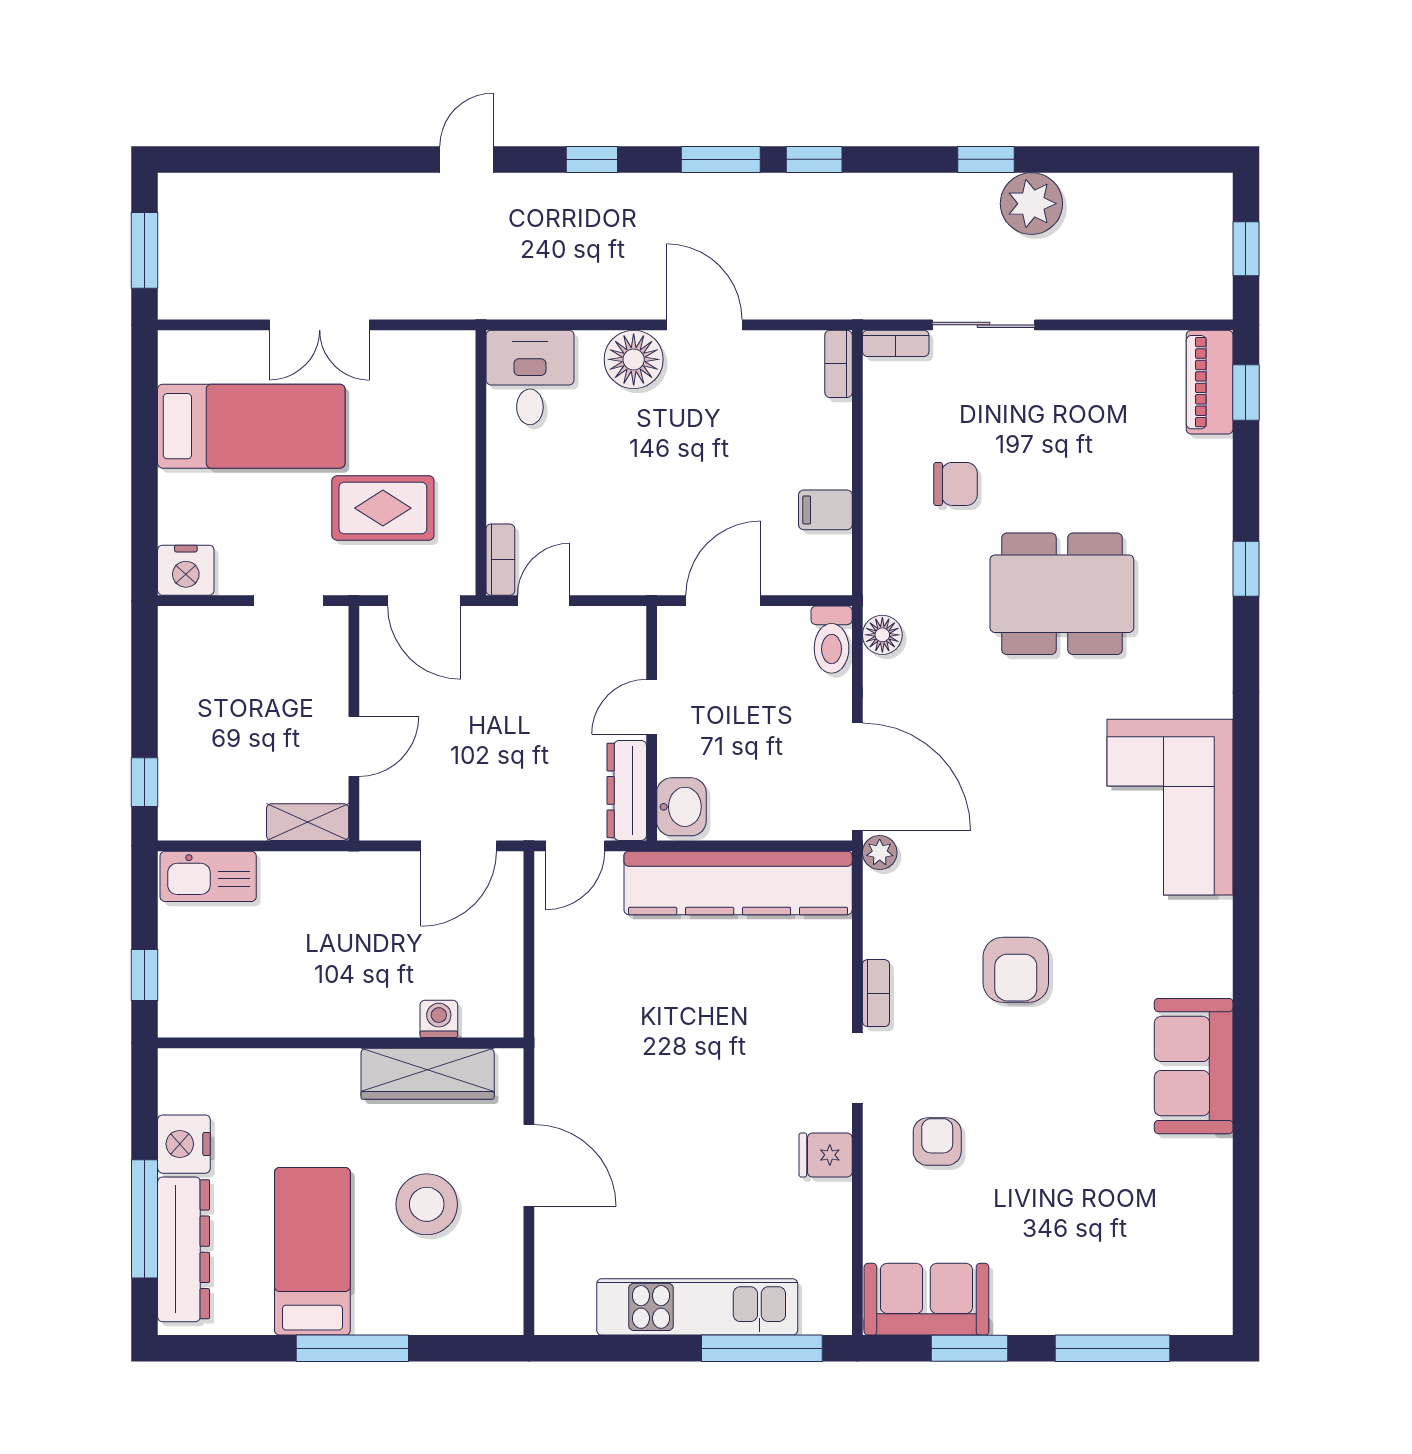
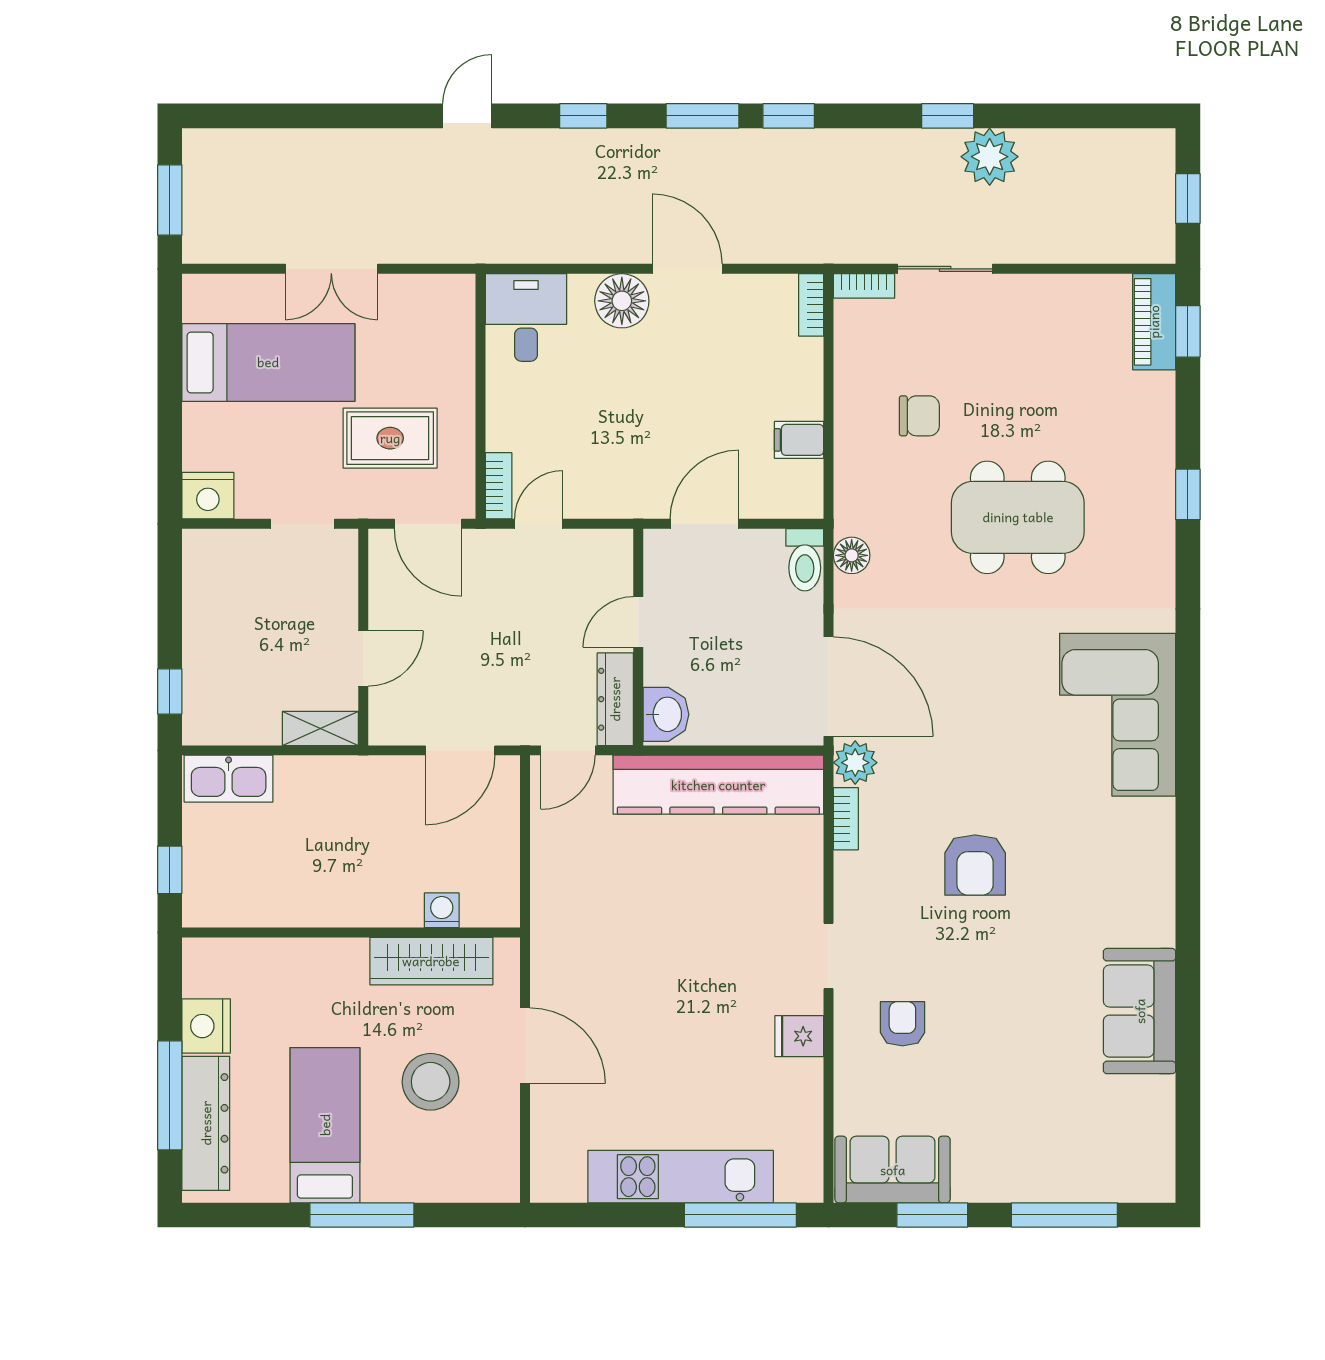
plant: (880, 852) -> (855, 763), width x1.38, depth x1.38
bookcase: (876, 993) -> (846, 819), moved
sofa: (1194, 1066) -> (1140, 1011), moved

